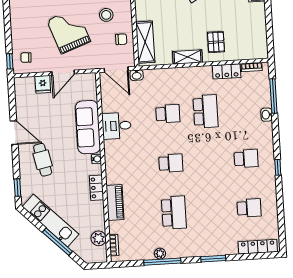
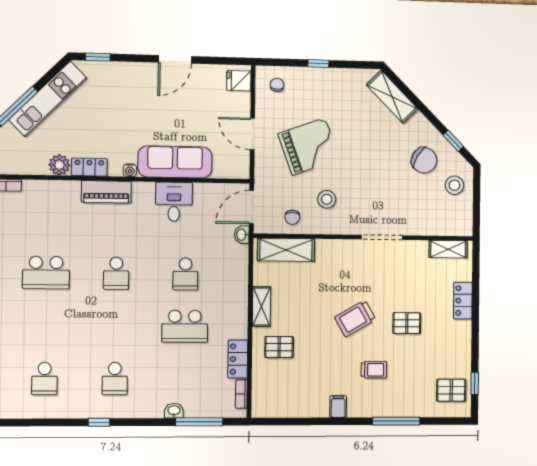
window: (10, 61) -> (318, 64), moved
fridge: (43, 84) -> (239, 81), moved
cafe table: (43, 160) -> (134, 95), removed
piano: (115, 202) -> (106, 192), moved
plant: (99, 238) -> (59, 165), moved

